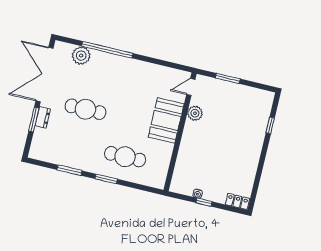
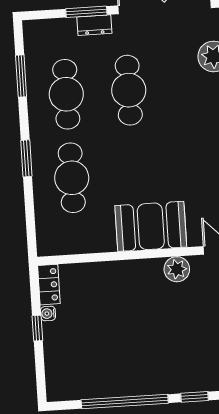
cafe table: (77, 145) -> (66, 94), added
window: (261, 166) -> (125, 401), added
window: (69, 170) -> (21, 76), moved
locker: (237, 201) -> (49, 285), moved

